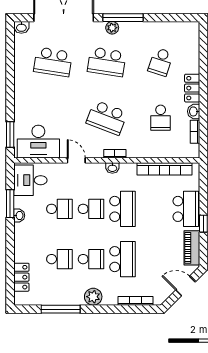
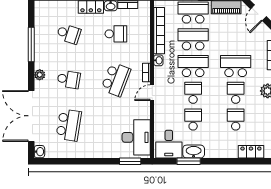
window: (123, 18) -> (31, 44), moved
school desk: (107, 62) -> (69, 79), width x0.54
door: (76, 160) -> (152, 93), moved
washbasin: (112, 168) -> (158, 60), moved
school desk: (154, 209) -> (193, 39), added
washbasin: (19, 215) -> (194, 152), width x1.91, depth x1.45

